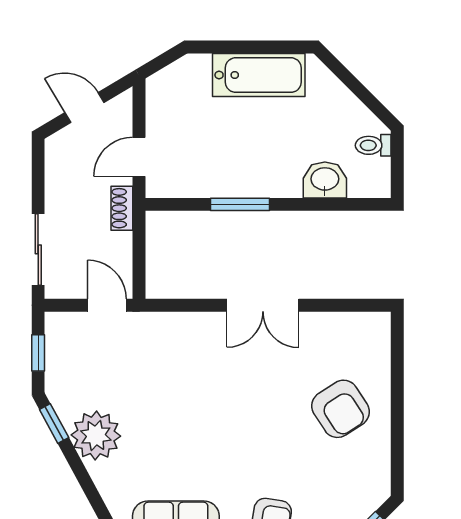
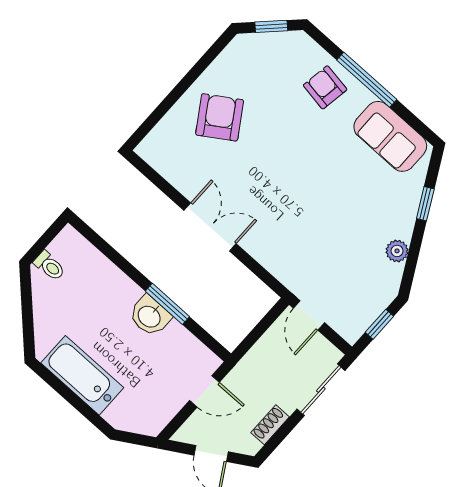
washbasin: (325, 180) -> (150, 316), moved
shoe rack: (122, 208) -> (270, 425), moved, turned 180
window: (54, 424) -> (425, 204), moved
plant: (96, 435) -> (397, 251), width x0.53, depth x0.53

